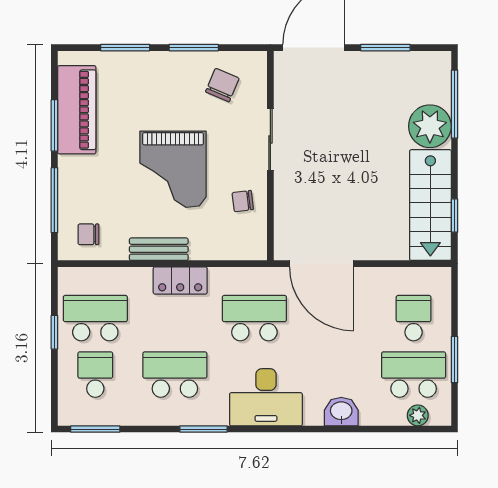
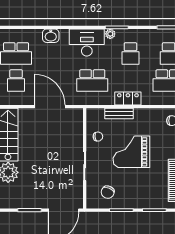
grand piano: (173, 169) -> (131, 152), turned -90
bench: (159, 249) -> (119, 114), moved
door: (322, 264) -> (50, 107), moved
school desk: (175, 375) -> (130, 53), width x0.54
plant: (418, 415) -> (110, 34), moved

